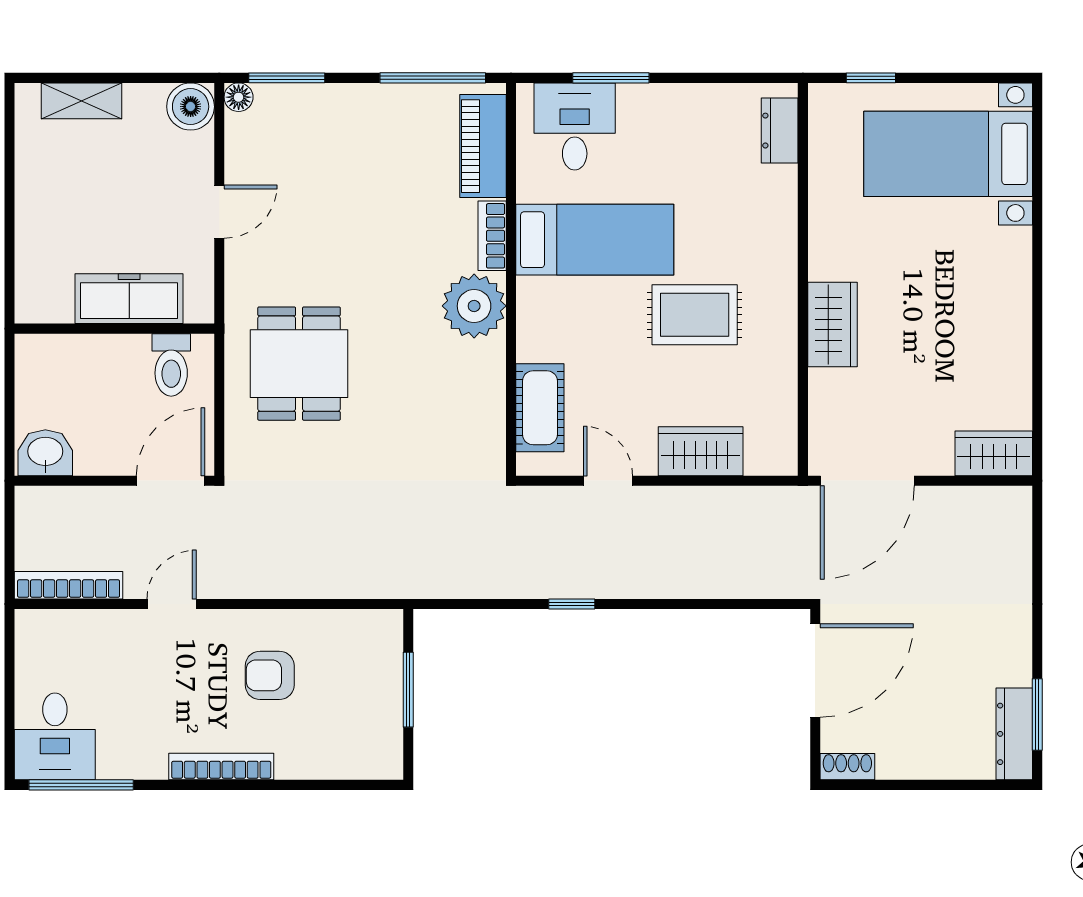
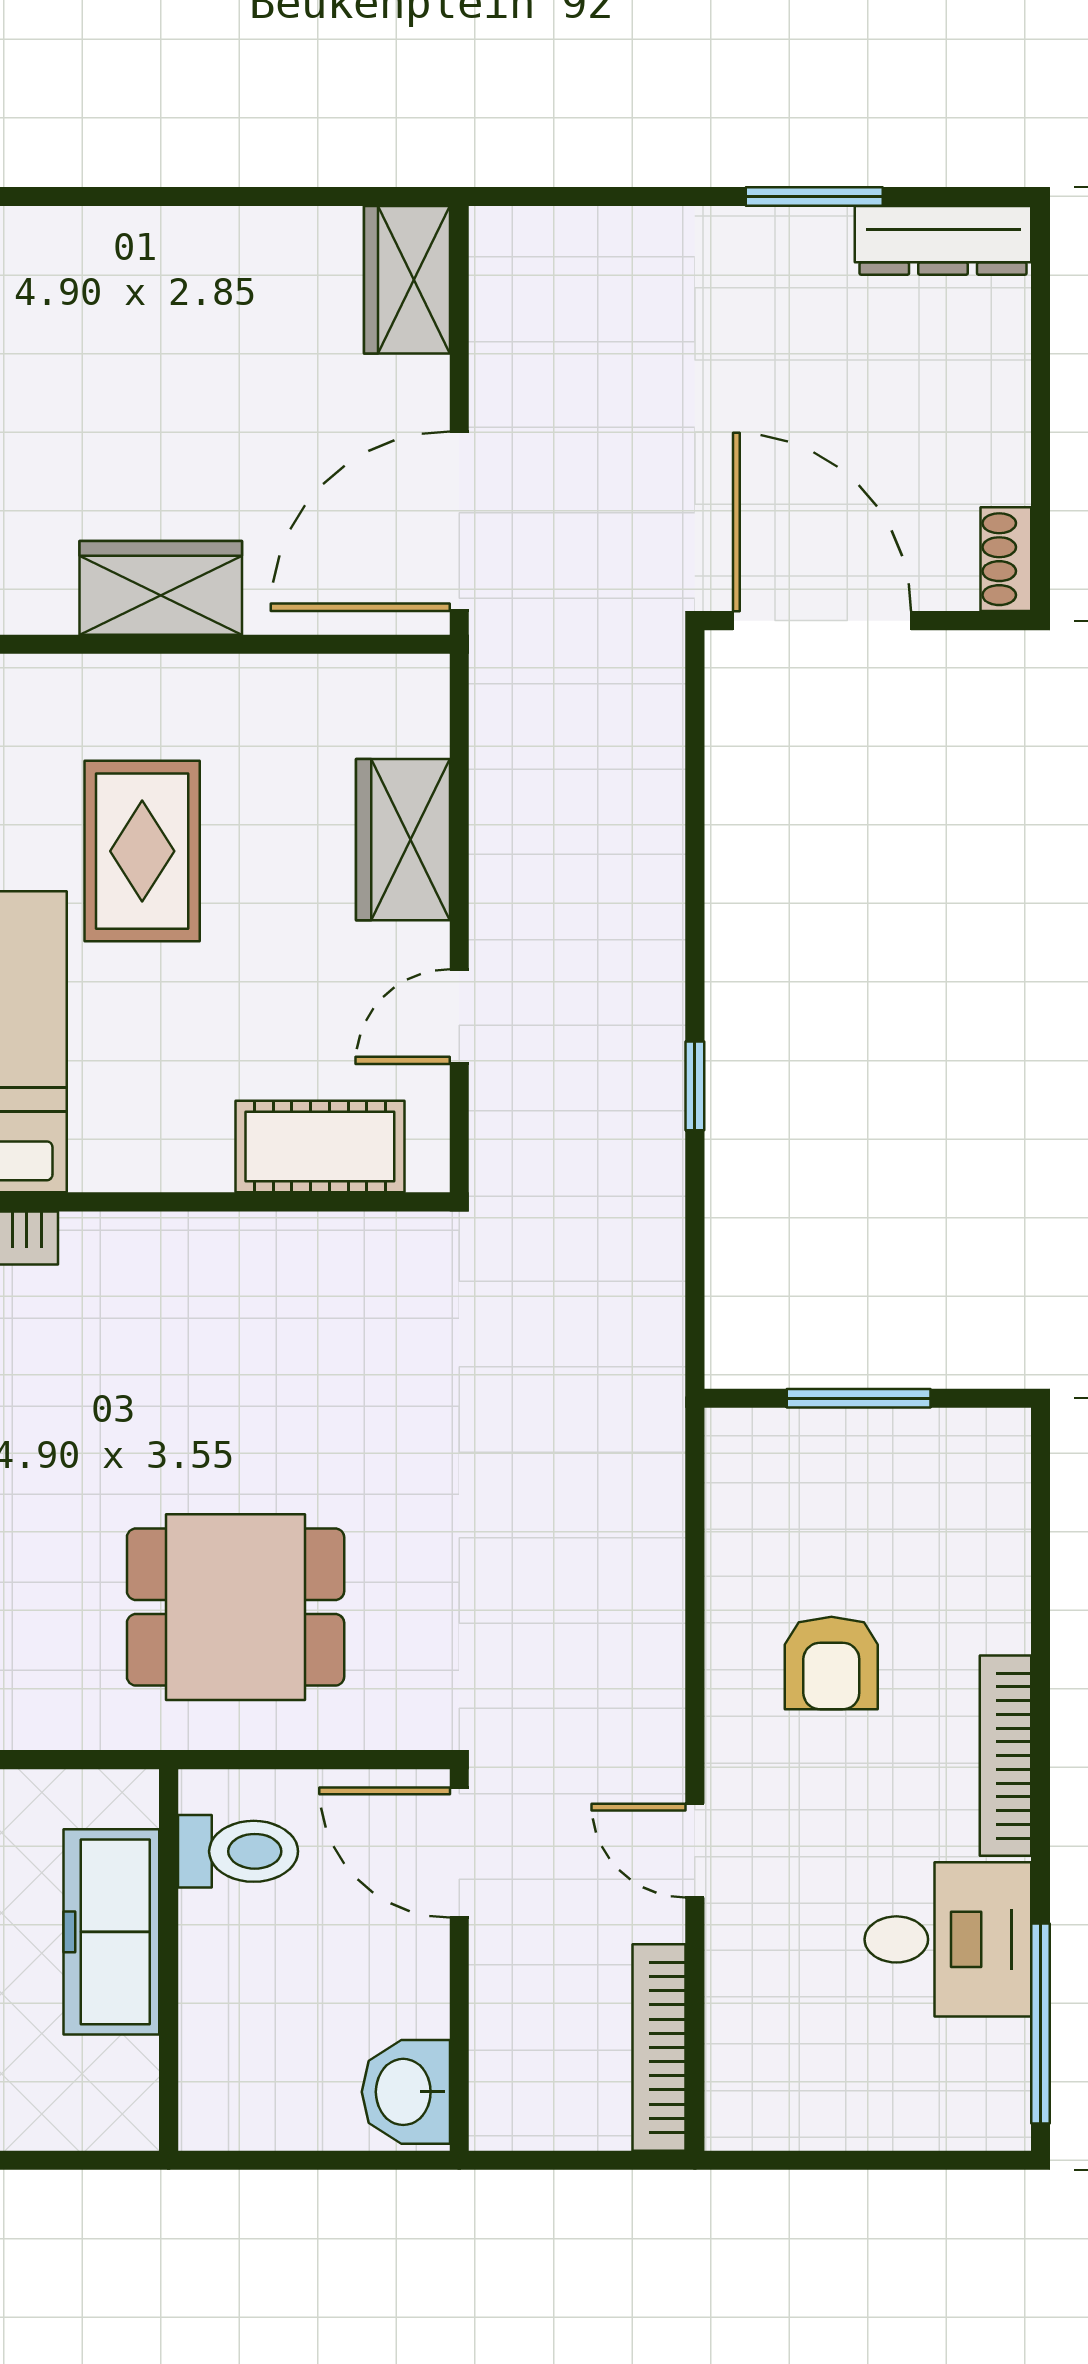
plant: (474, 306) -> (125, 1273), removed
door: (867, 481) -> (459, 521), swing flipped
window: (1037, 715) -> (814, 196), moved
desk: (55, 736) -> (948, 1939), moved

